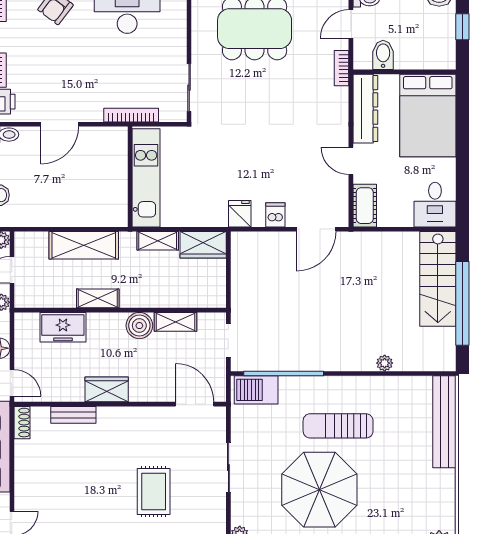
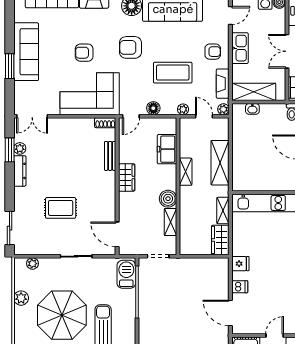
door: (195, 404) -> (117, 234), swing flipped

